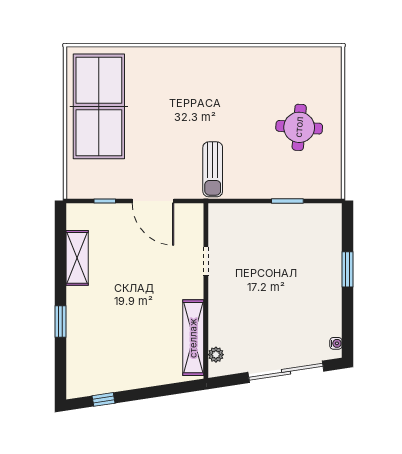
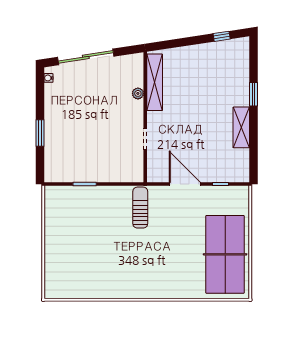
round table: (299, 127) -> (76, 239), removed
shelving: (77, 258) -> (241, 127), moved
plant: (216, 355) -> (138, 93), moved

